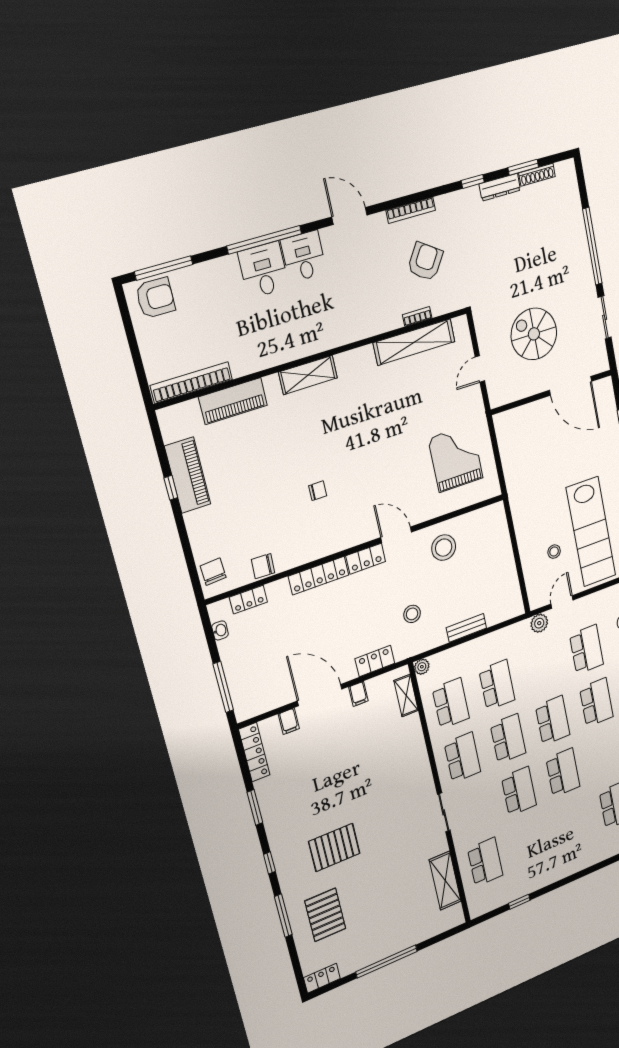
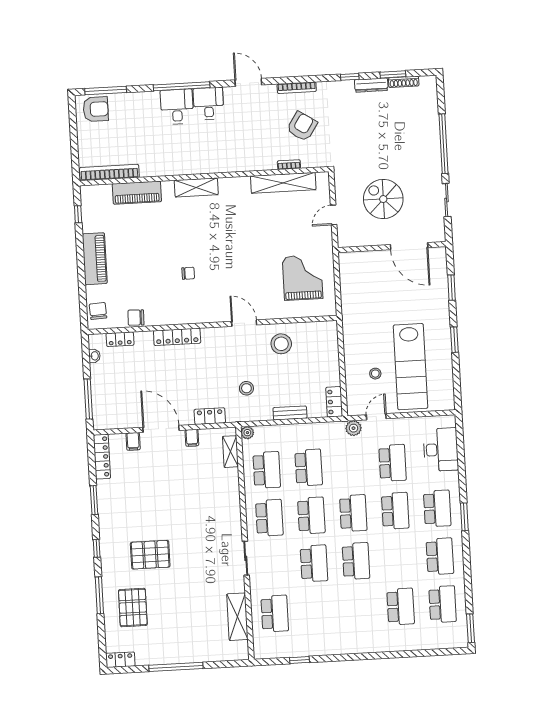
piano: (188, 475) -> (95, 259), moved
window: (171, 488) -> (78, 214), moved
locker: (366, 559) -> (334, 402), moved, turned 90

